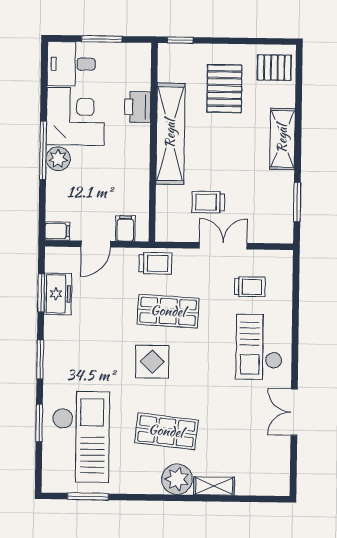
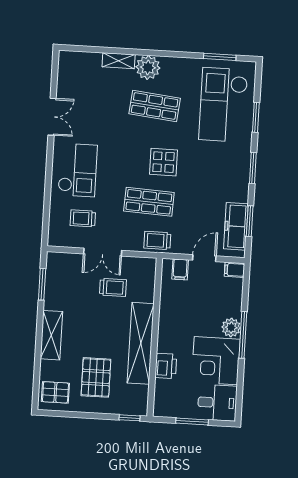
freezer: (58, 294) -> (236, 226), width x1.40

